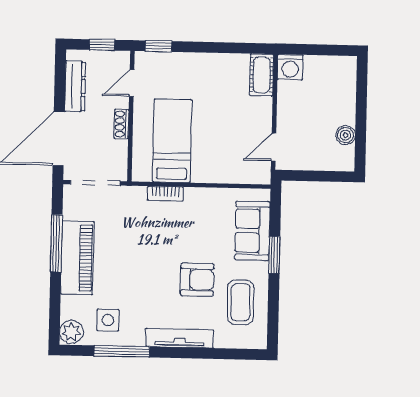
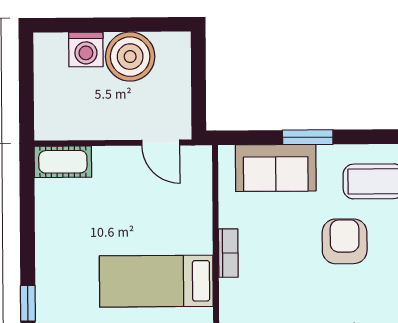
washing machine: (290, 67) -> (86, 49), moved, turned 90
boiler: (345, 135) -> (130, 57), width x1.86, depth x1.86
bookcase: (165, 194) -> (228, 253), moved

